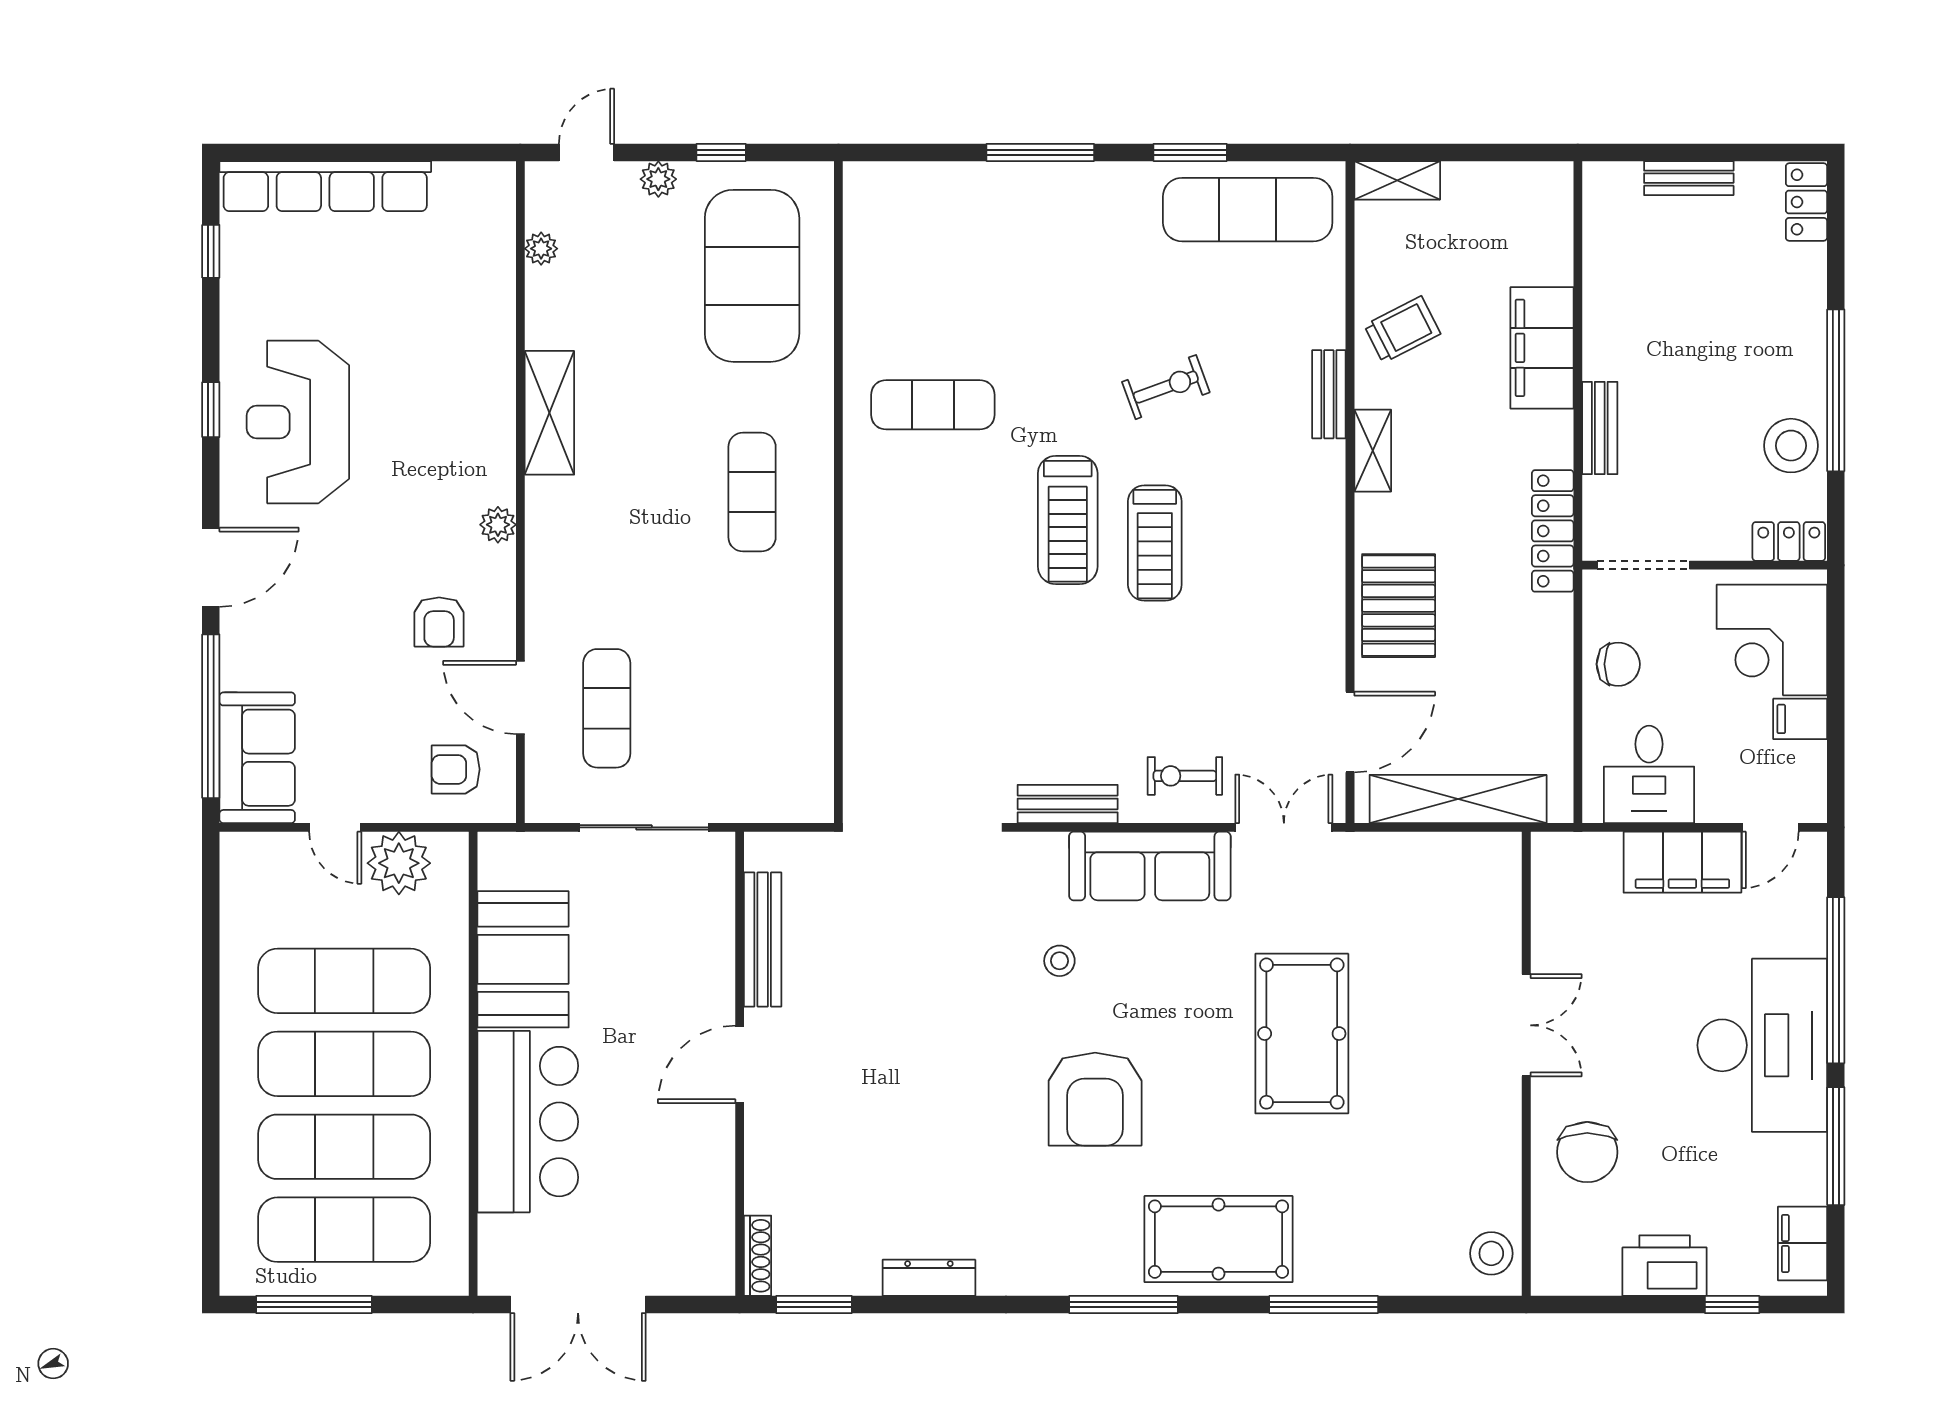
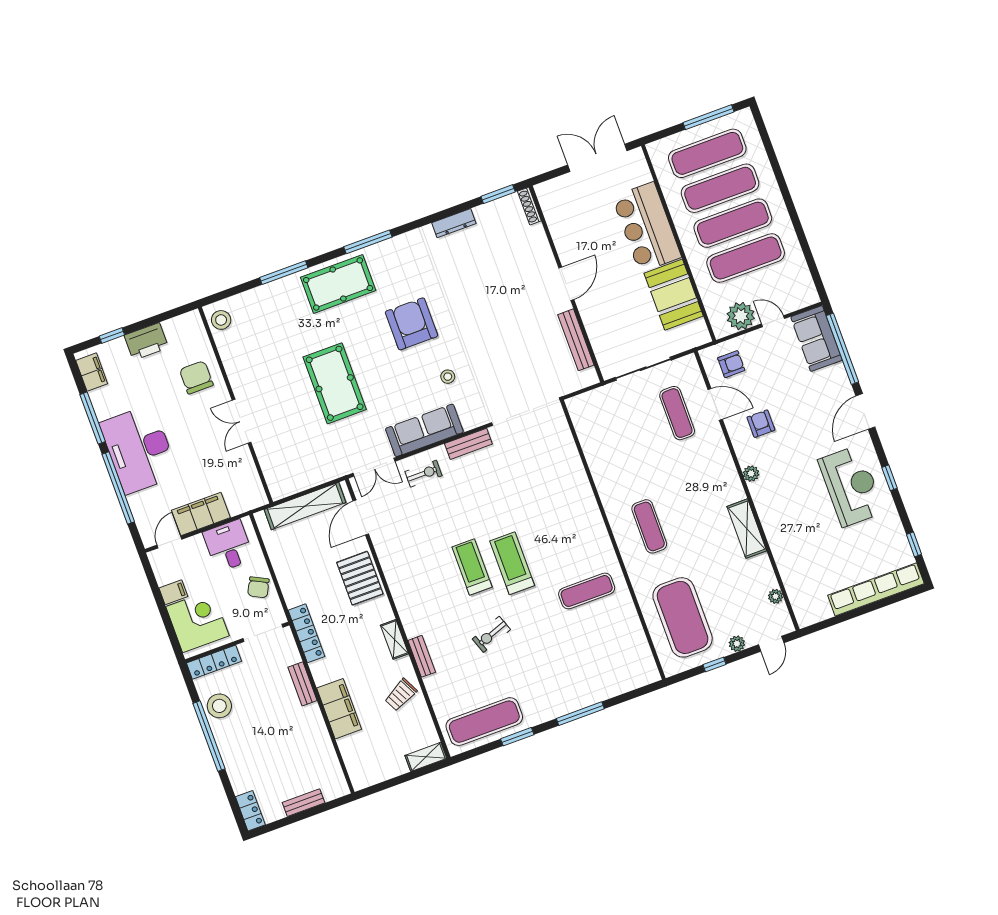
locker: (1789, 541) -> (214, 662), width x1.53
chair: (1618, 664) -> (258, 587), turned -63

